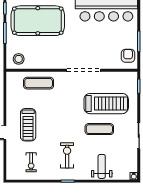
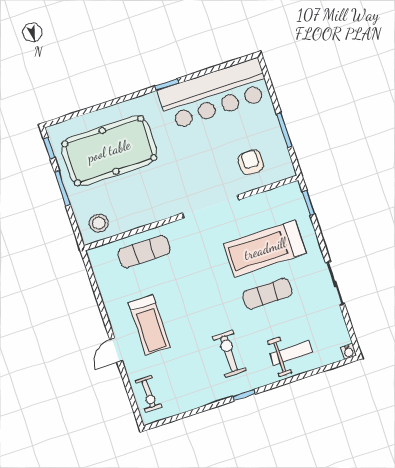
armchair: (128, 56) -> (251, 162), moved
treadmill: (106, 104) -> (265, 249), turned 180
exercise bike: (31, 162) -> (149, 394), moved
weight bench: (102, 166) -> (291, 353), turned 90

